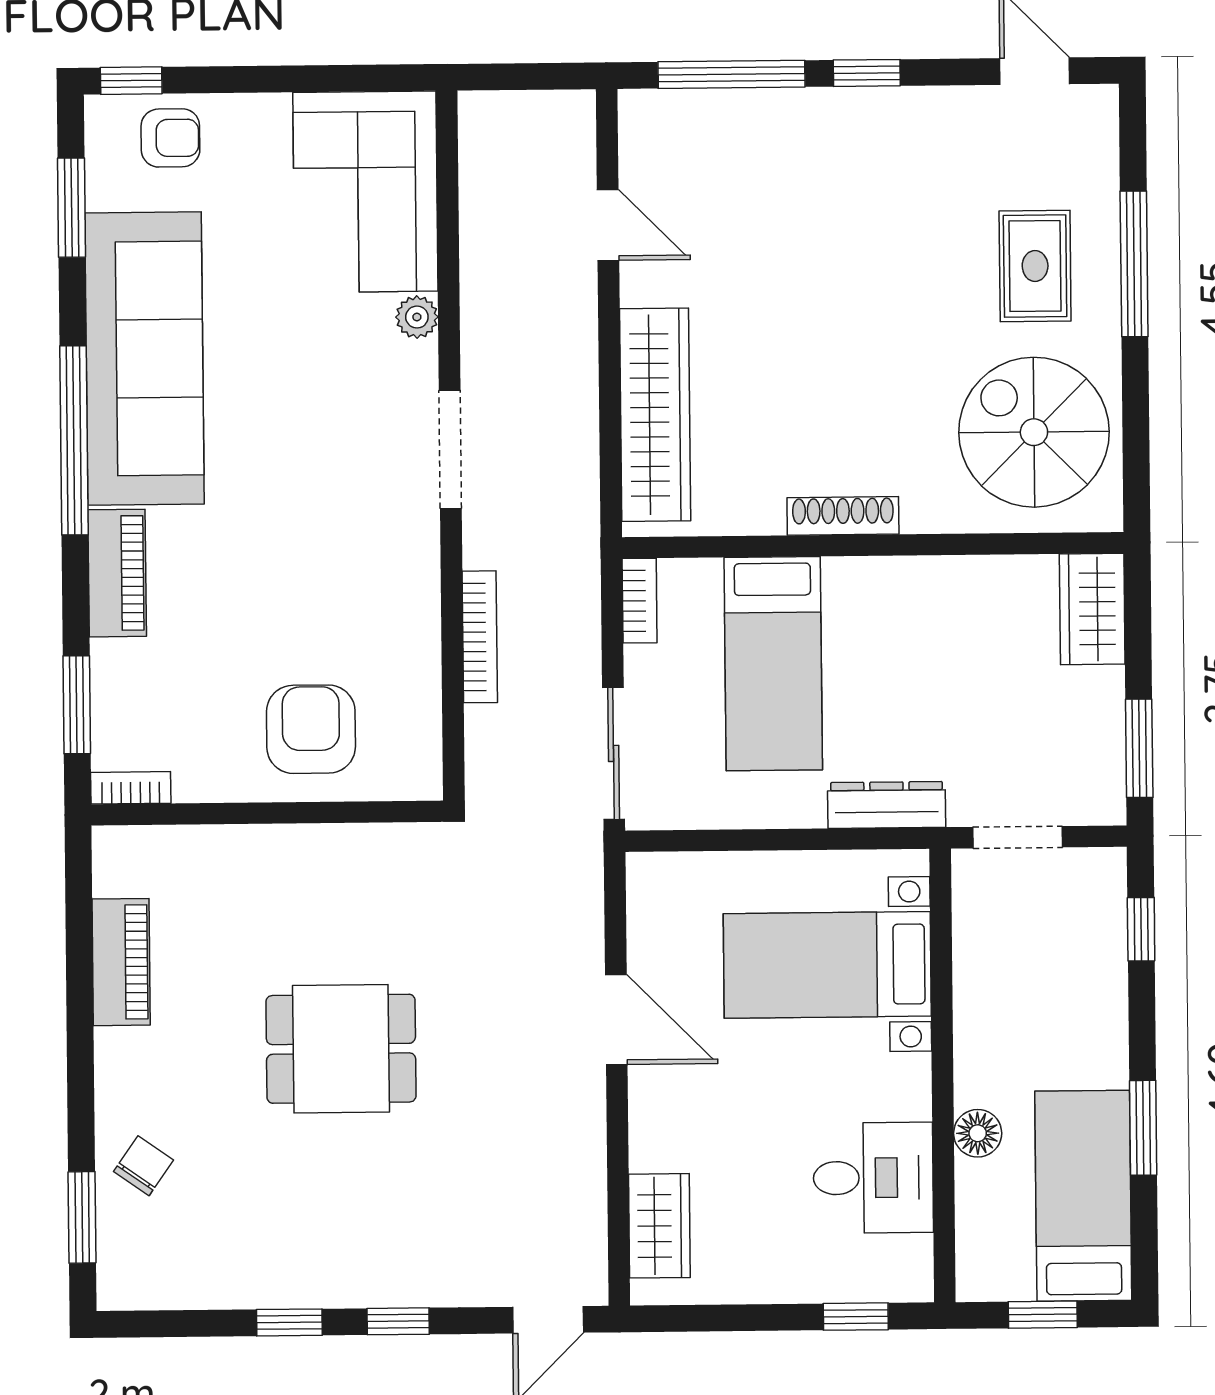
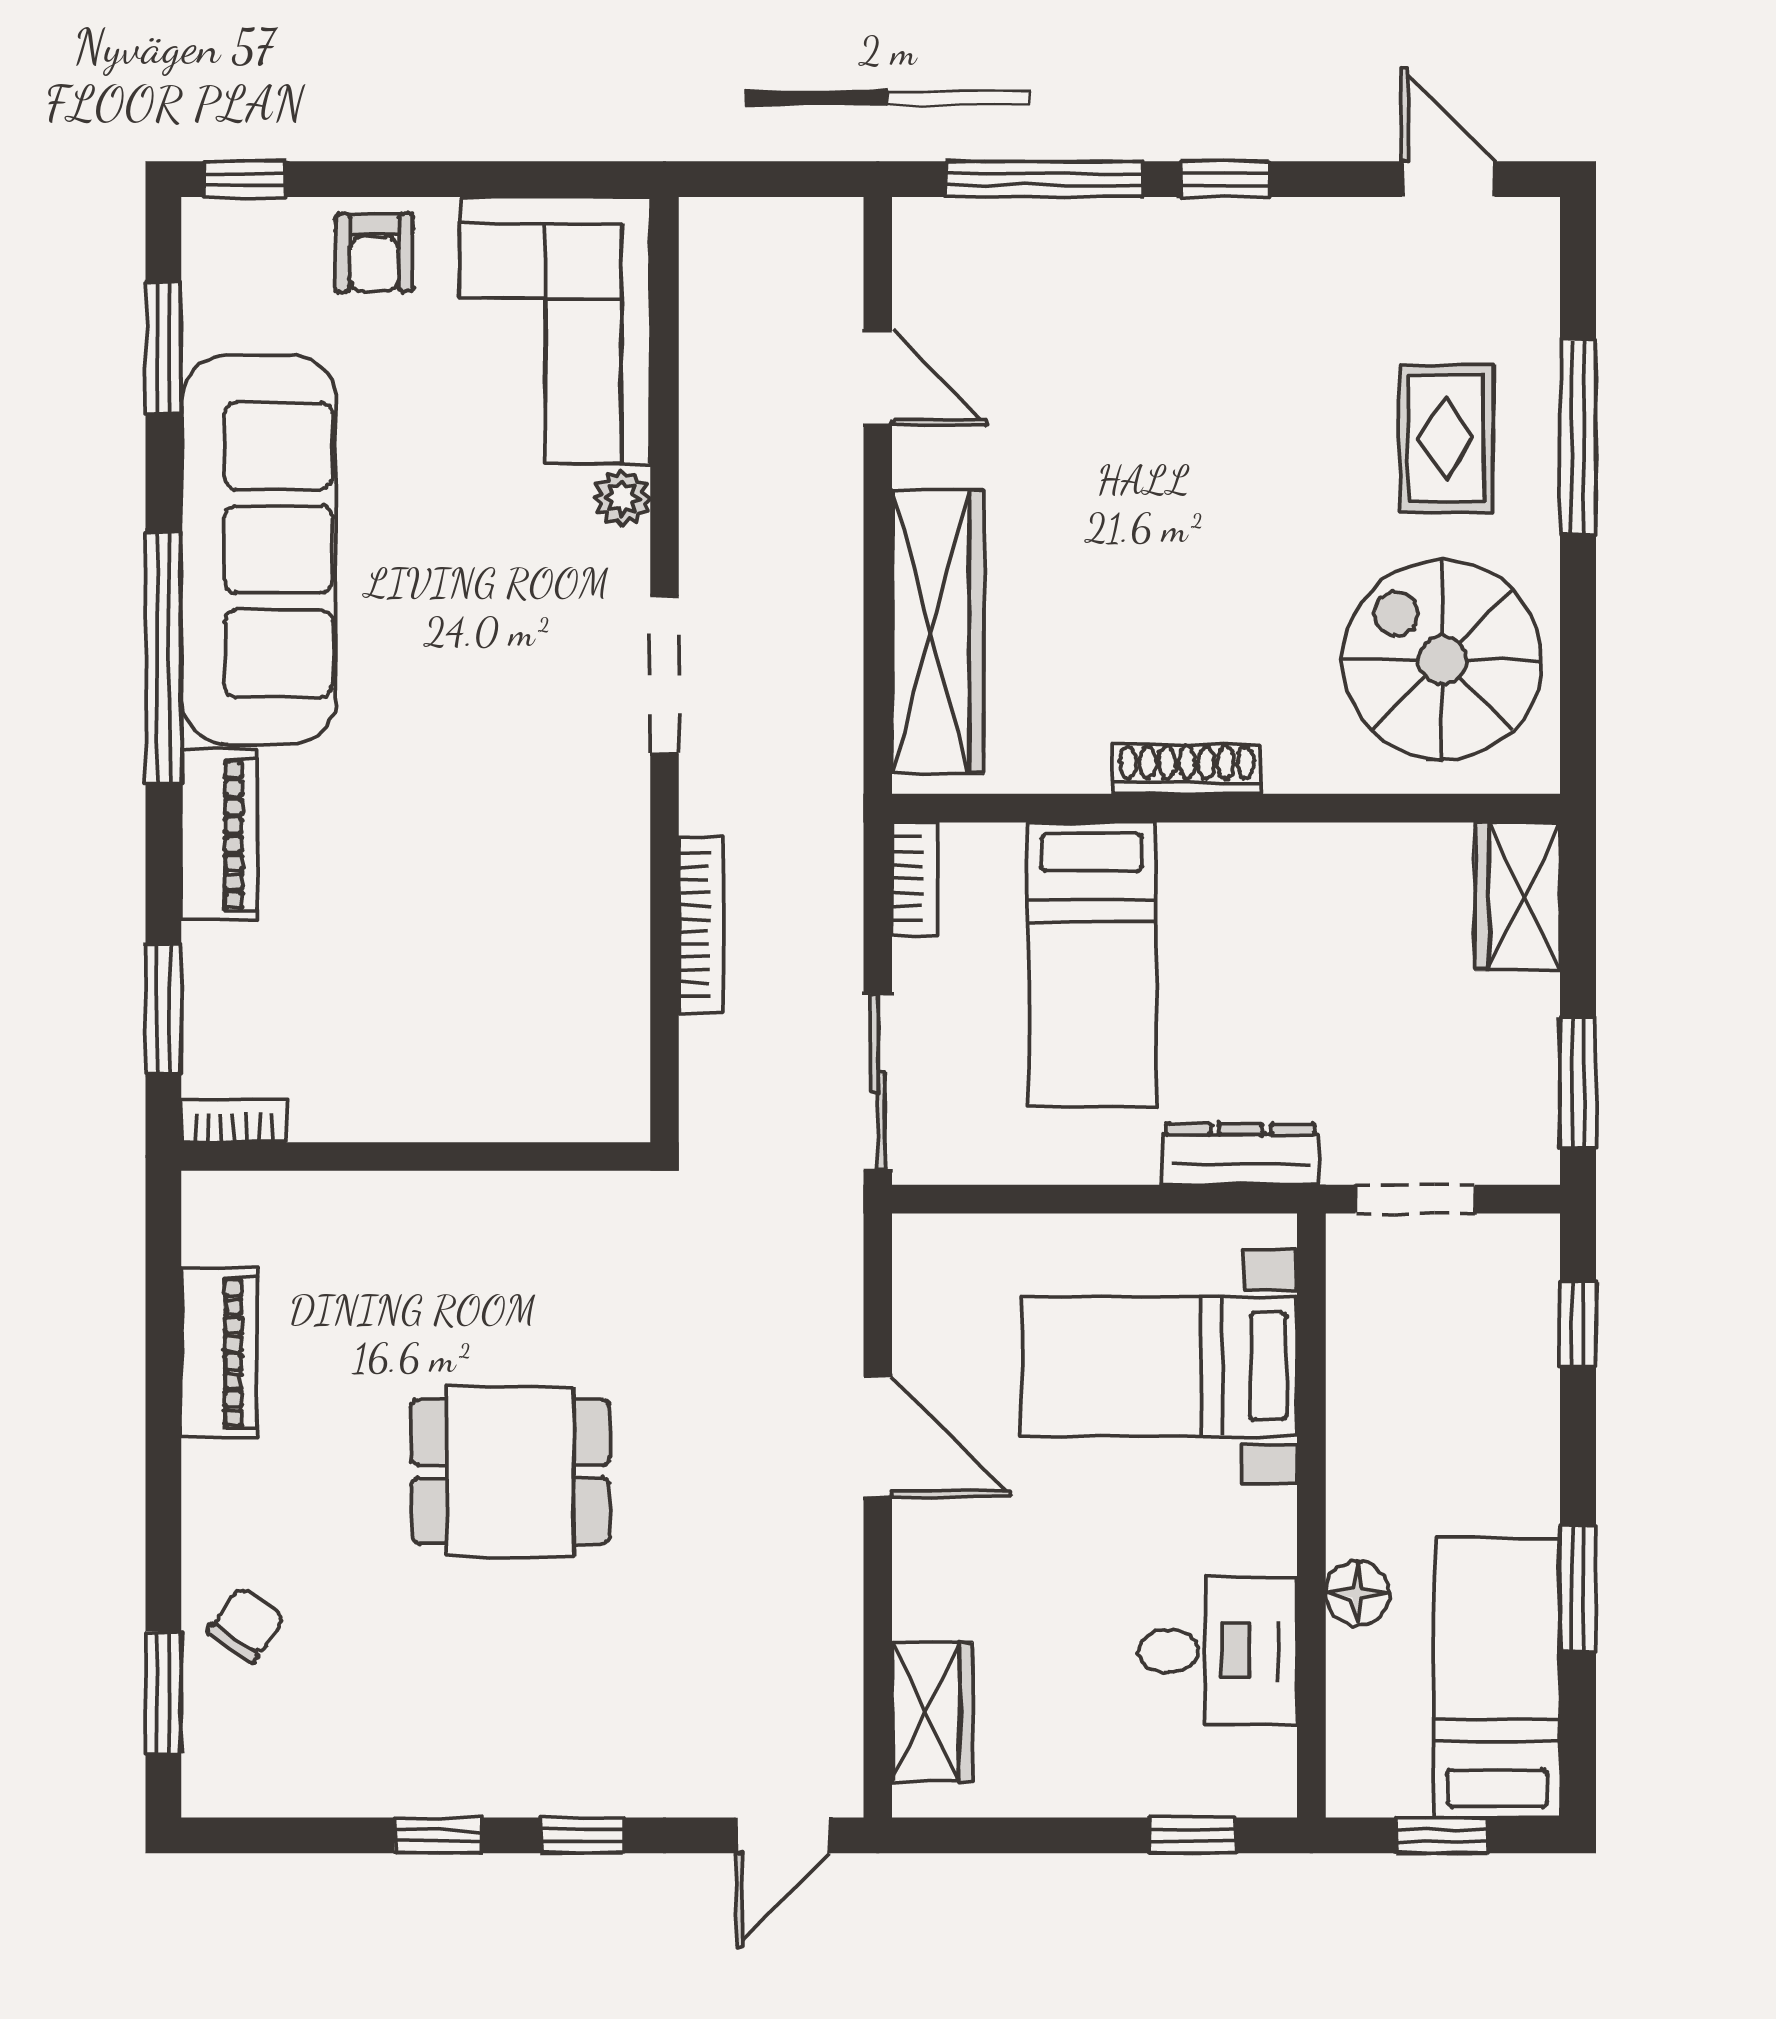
armchair: (170, 138) -> (374, 253), moved, turned 90
armchair: (311, 729) -> (475, 1045), removed

